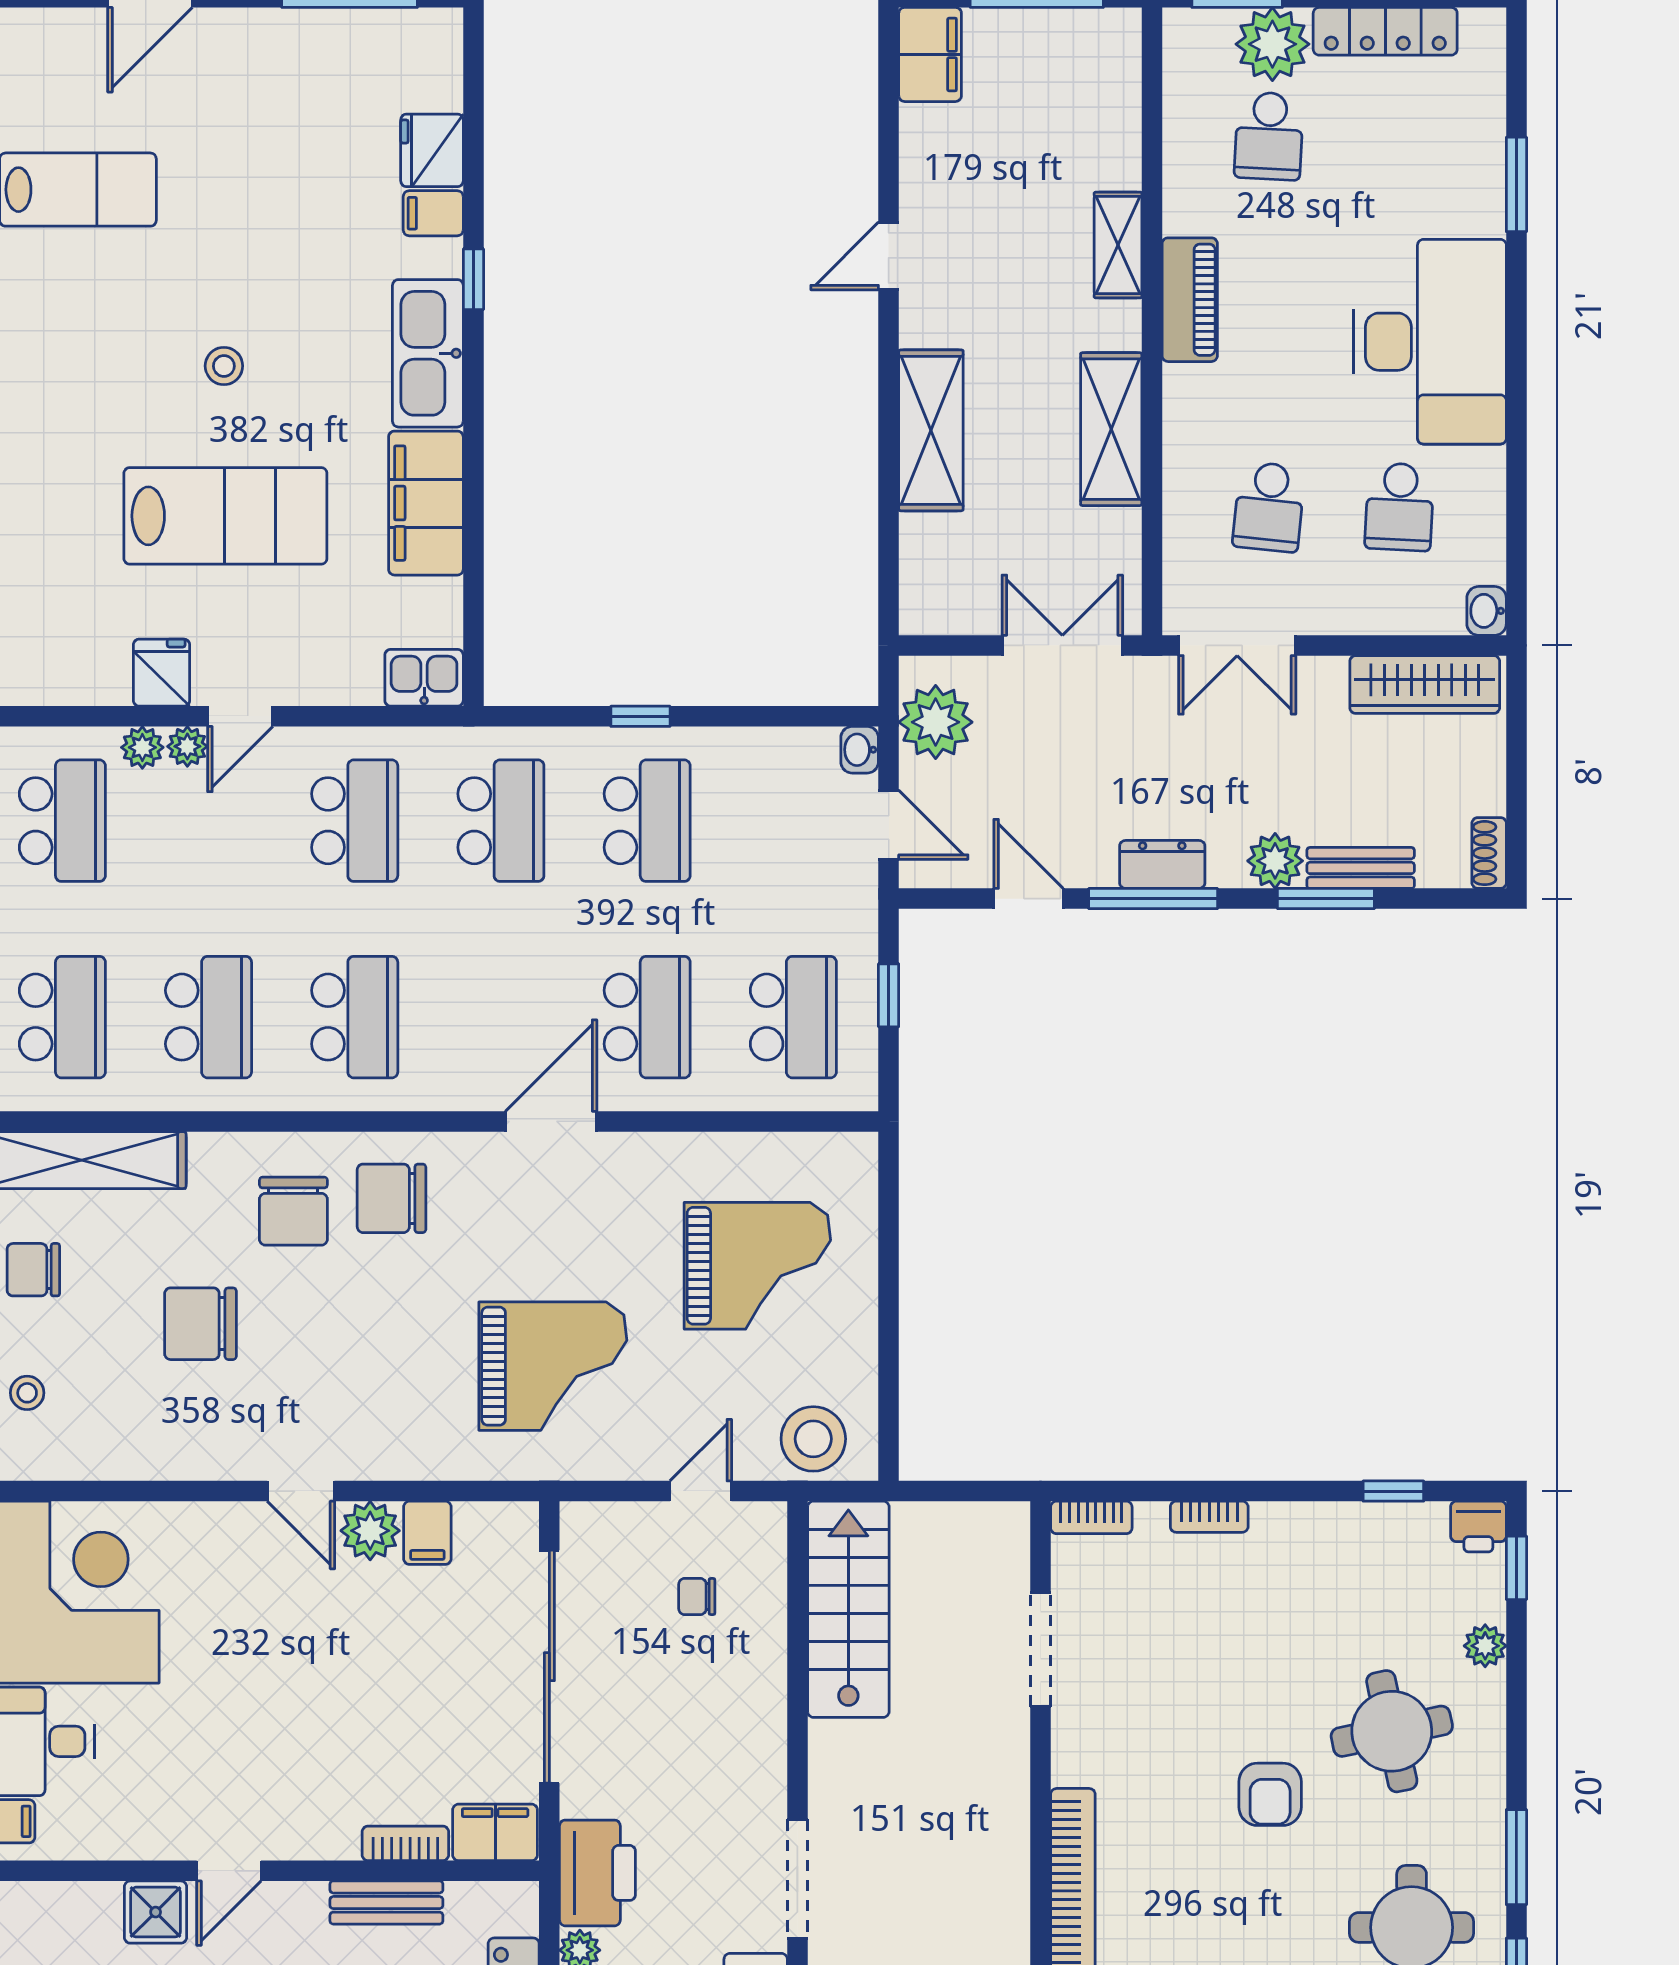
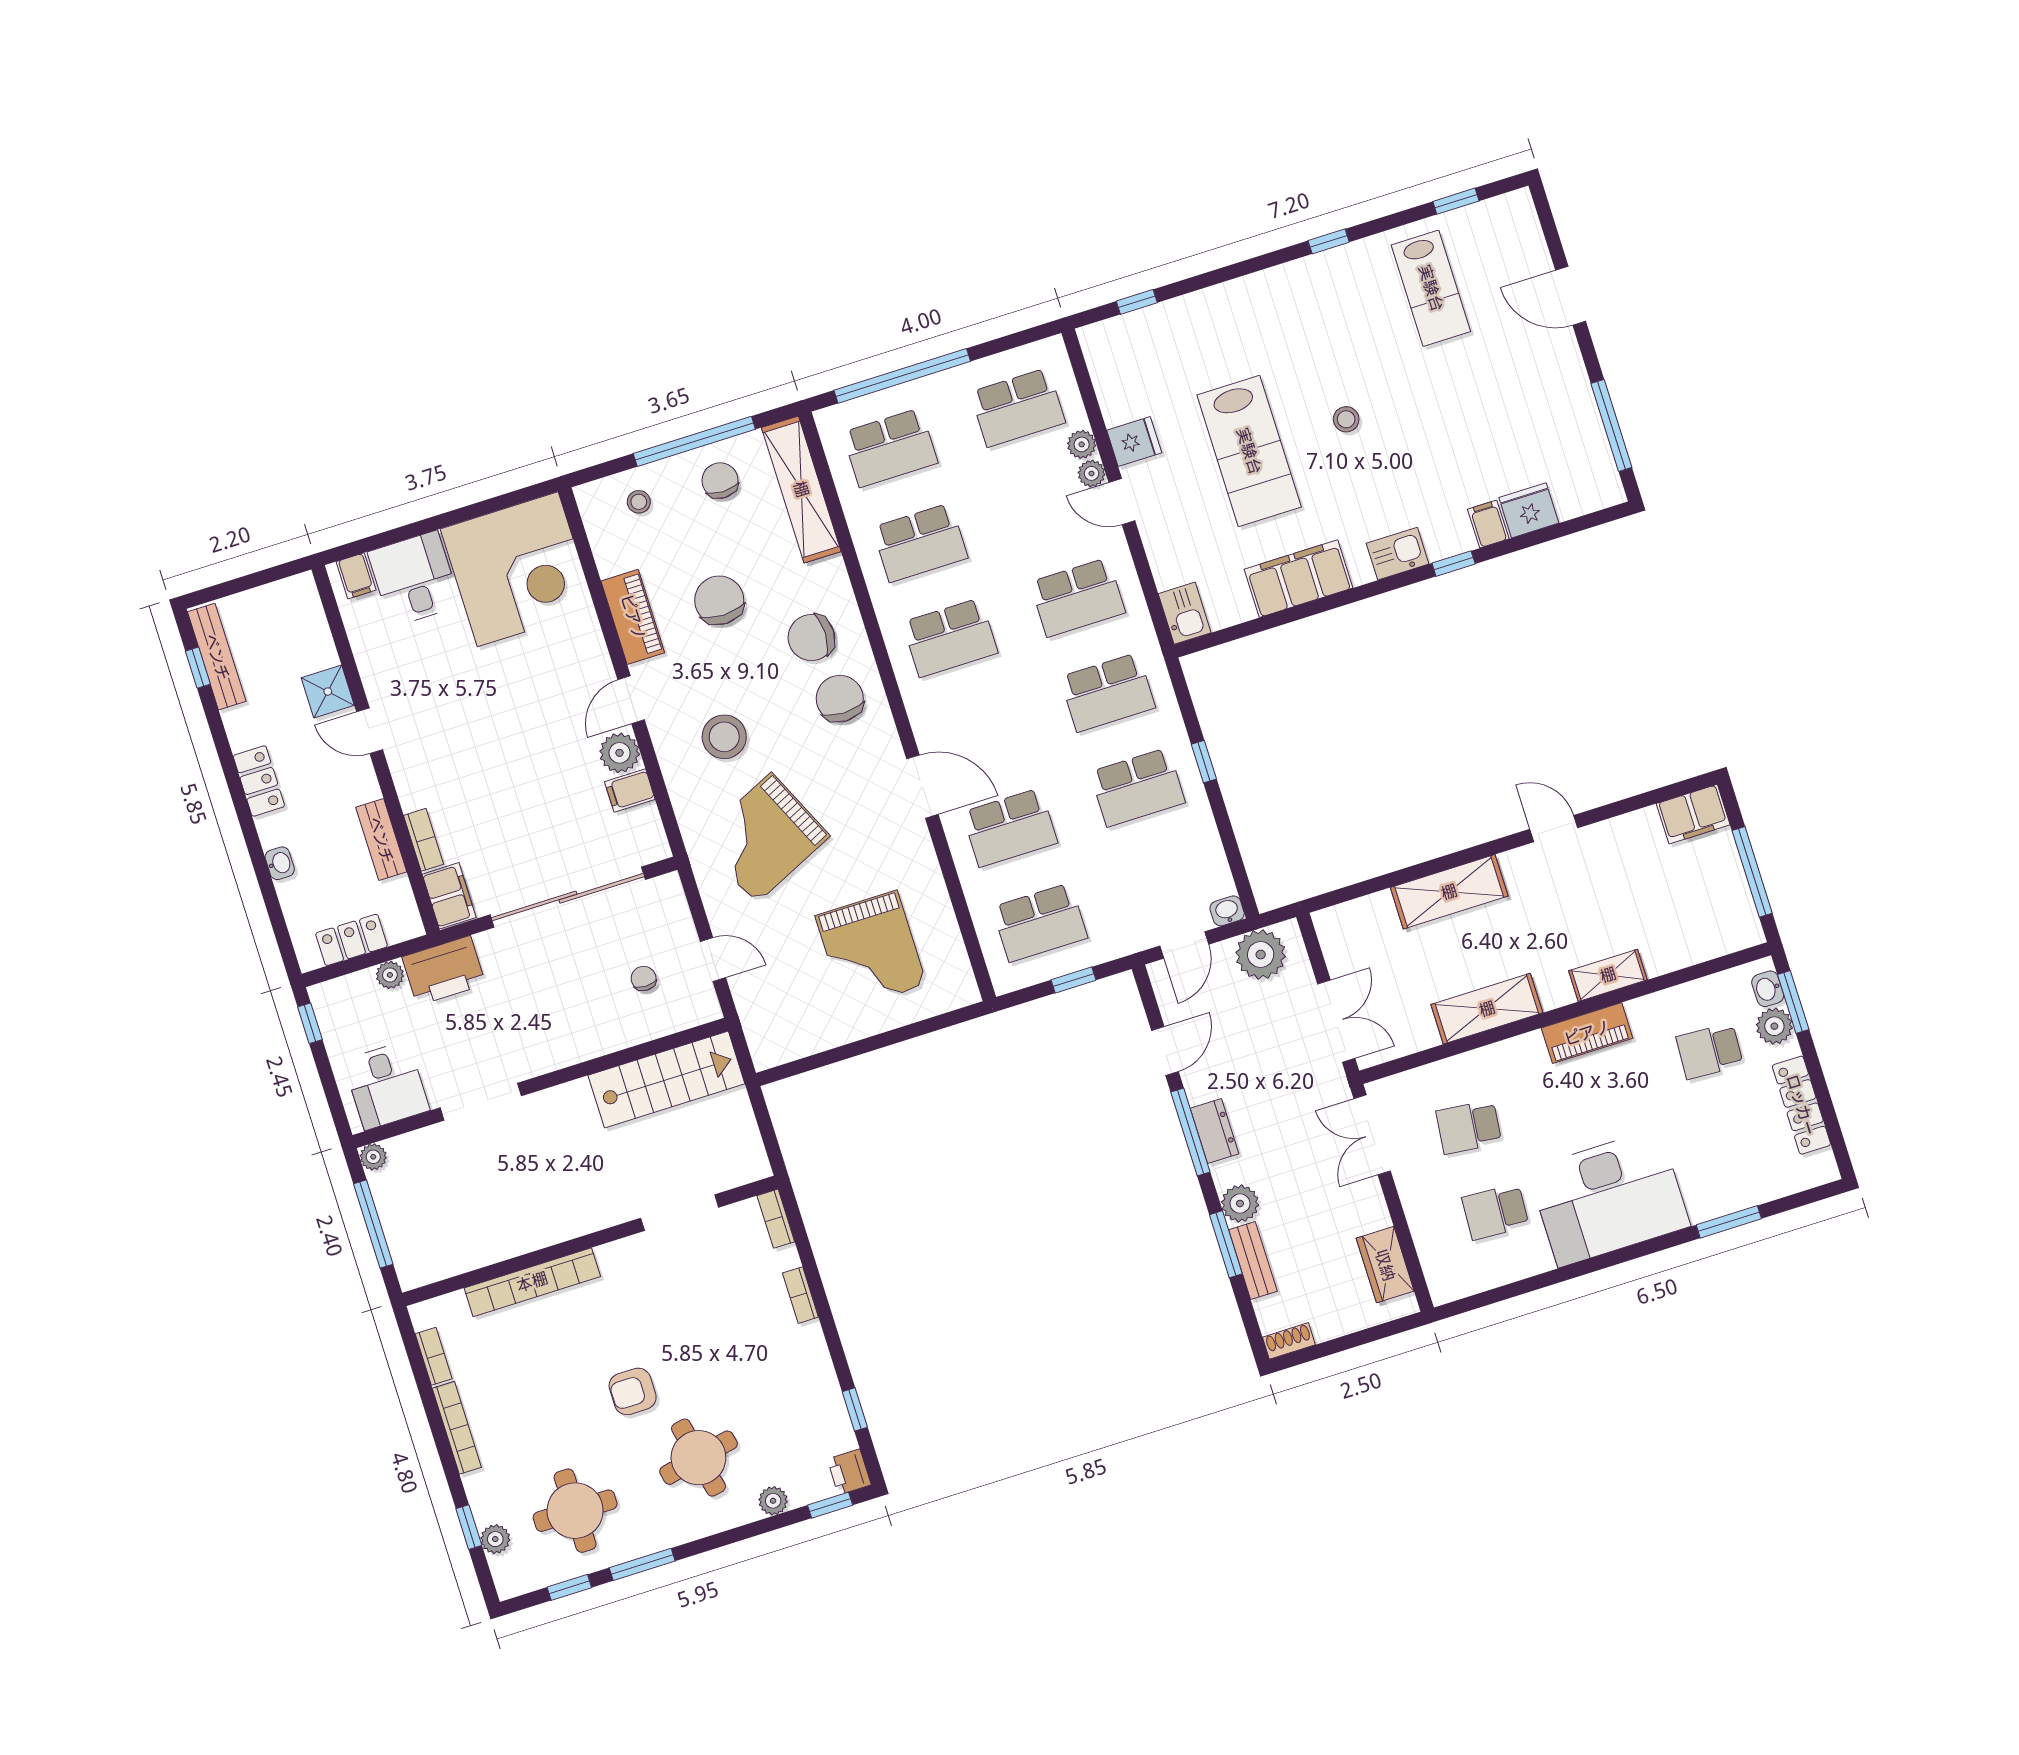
plant: (1272, 44) -> (1774, 1026), width x0.73, depth x0.73
kitchen sink: (428, 353) -> (1398, 554), width x0.53, depth x0.81
washbasin: (1487, 611) -> (1768, 989), moved, turned -90
wardrobe: (1425, 685) -> (1385, 1265), width x0.67
grand piano: (553, 1366) -> (764, 838), turned 65
stool: (813, 1439) -> (724, 737), moved
piano: (186, 1452) -> (633, 617), added

